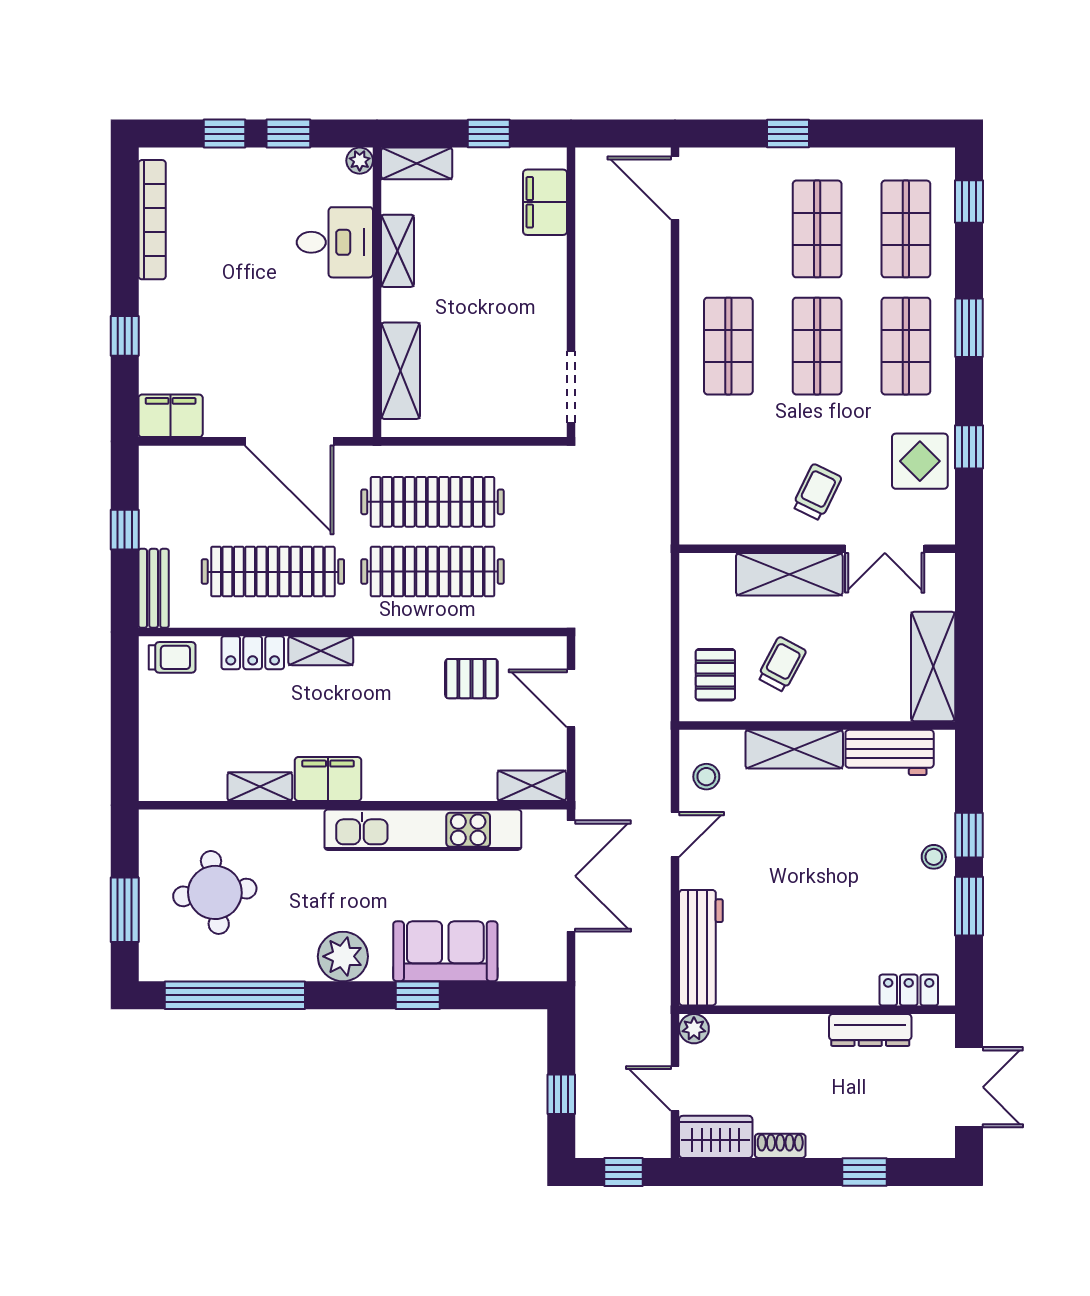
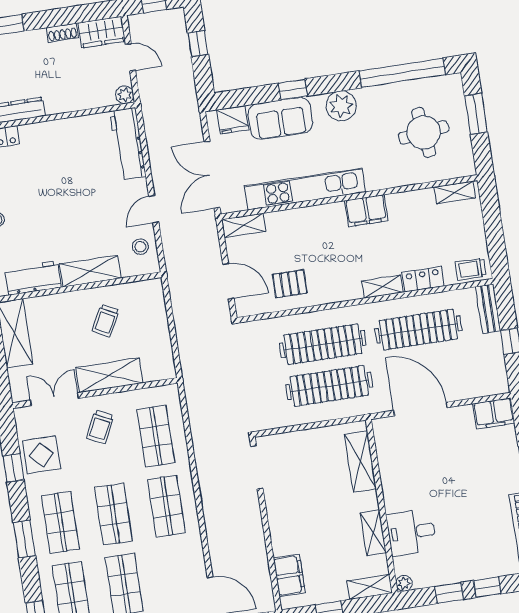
shop shelf: (728, 463) -> (156, 436), added
pallet: (715, 675) -> (144, 308), removed
shelving: (260, 787) -> (455, 192), moved
fridge: (524, 961) -> (233, 120), added

